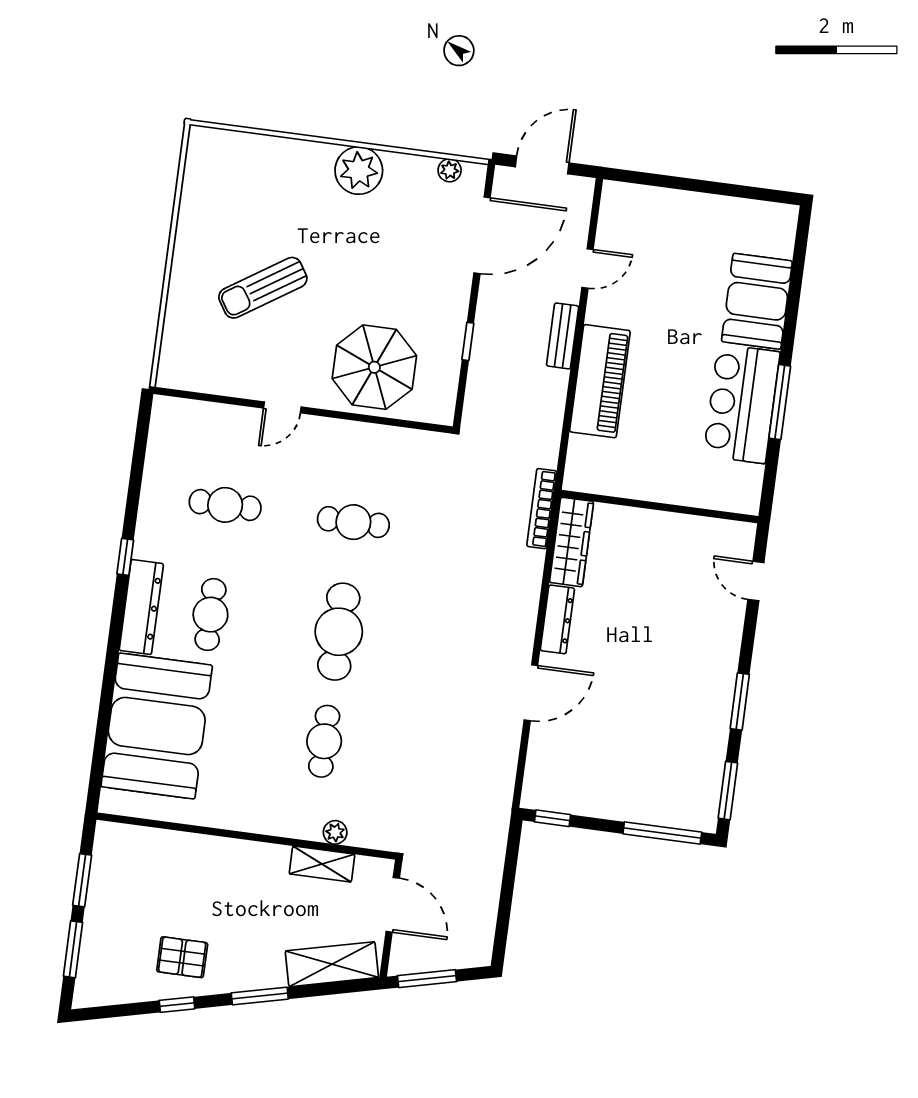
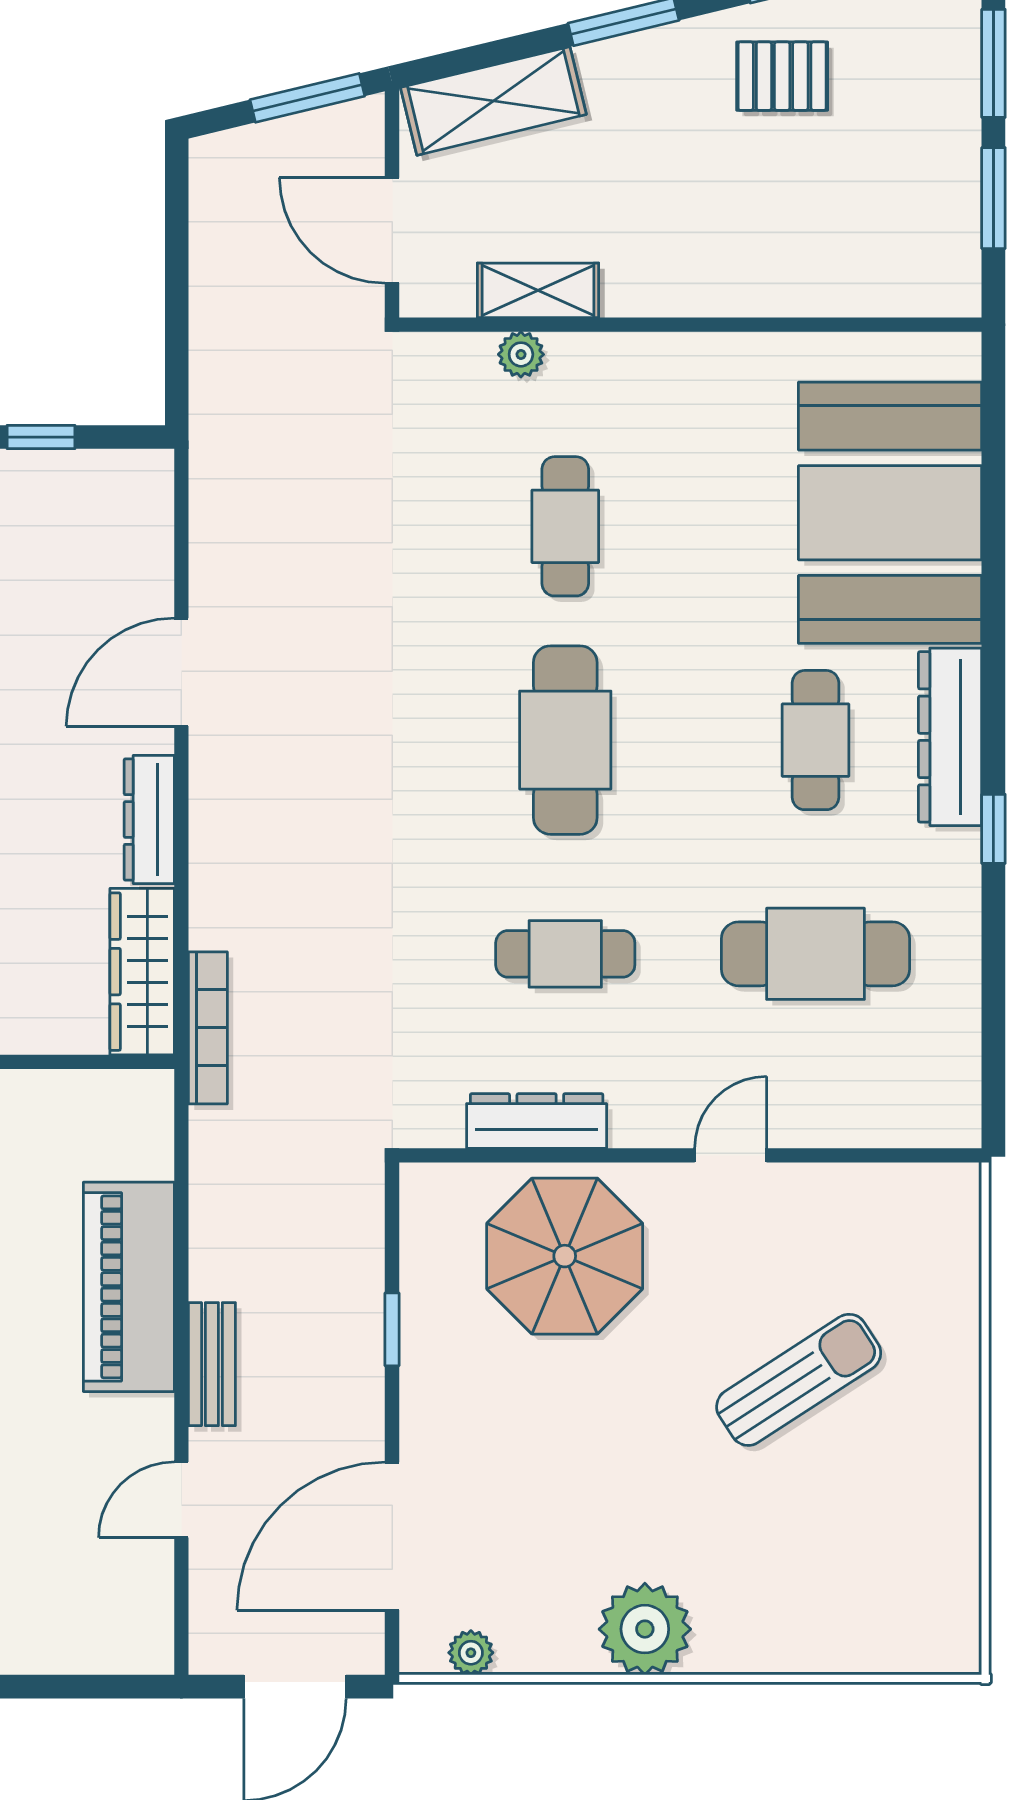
dresser: (380, 438) -> (537, 1121), added
cafe table: (225, 505) -> (815, 954), width x1.37, depth x1.35
window: (552, 818) -> (41, 437), moved

